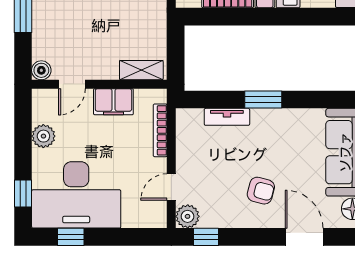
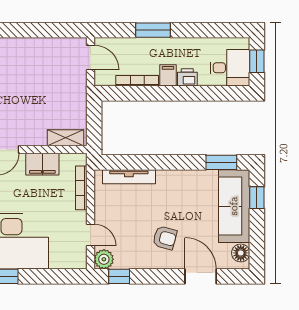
window: (263, 100) -> (221, 162), moved
tv unit: (227, 117) -> (129, 177), width x1.41
door: (171, 187) -> (90, 235), swing flipped

